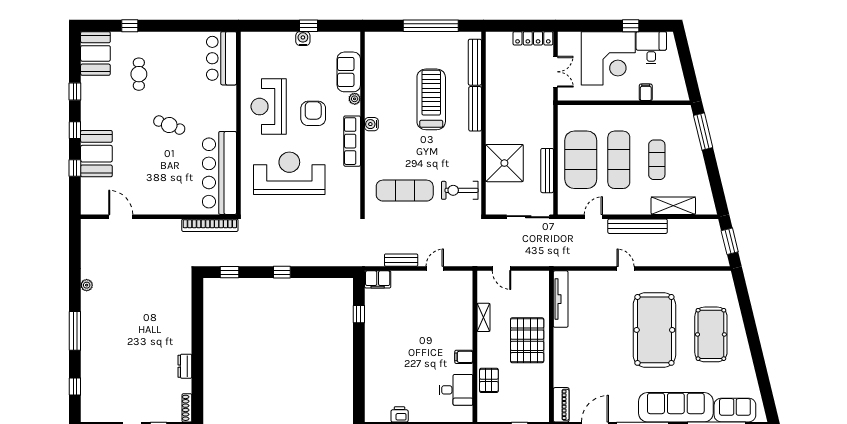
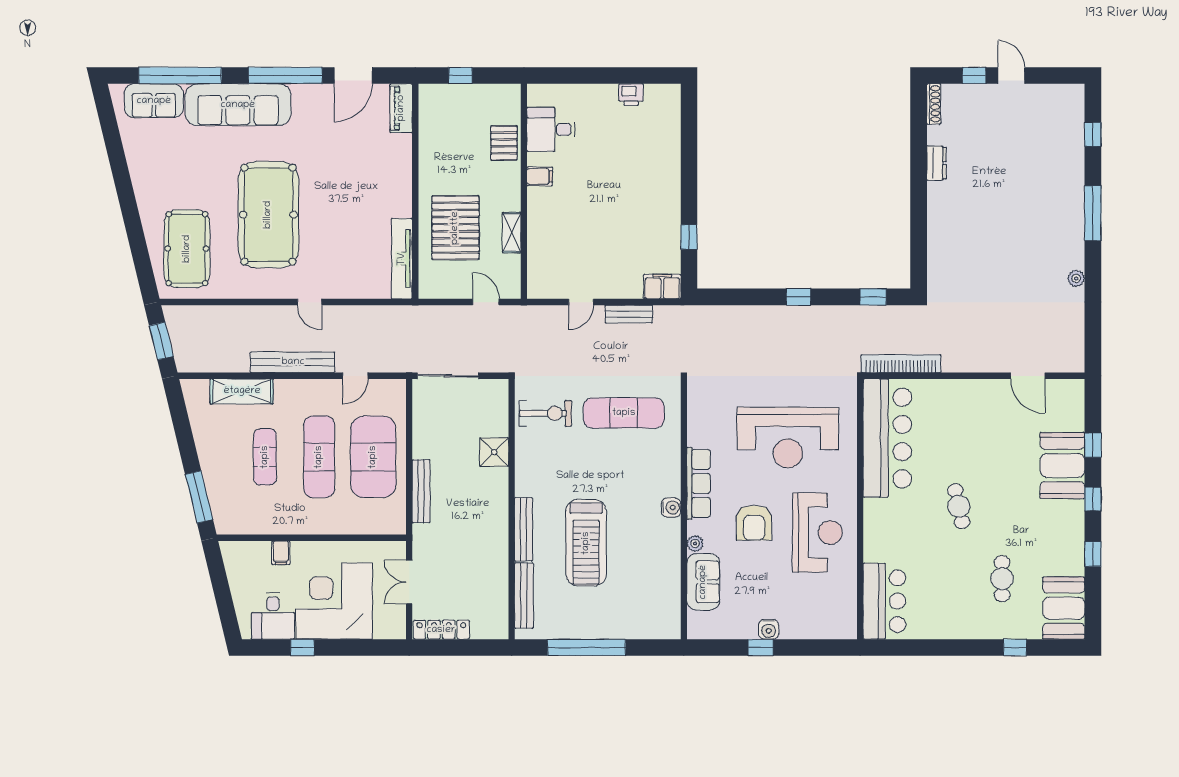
cafe table: (169, 125) -> (959, 506), turned 57
shower: (504, 163) -> (494, 452), width x0.54, depth x0.54
bench: (547, 171) -> (421, 491), moved
pool table: (711, 334) -> (187, 249), moved
pallet: (527, 340) -> (455, 228), moved

